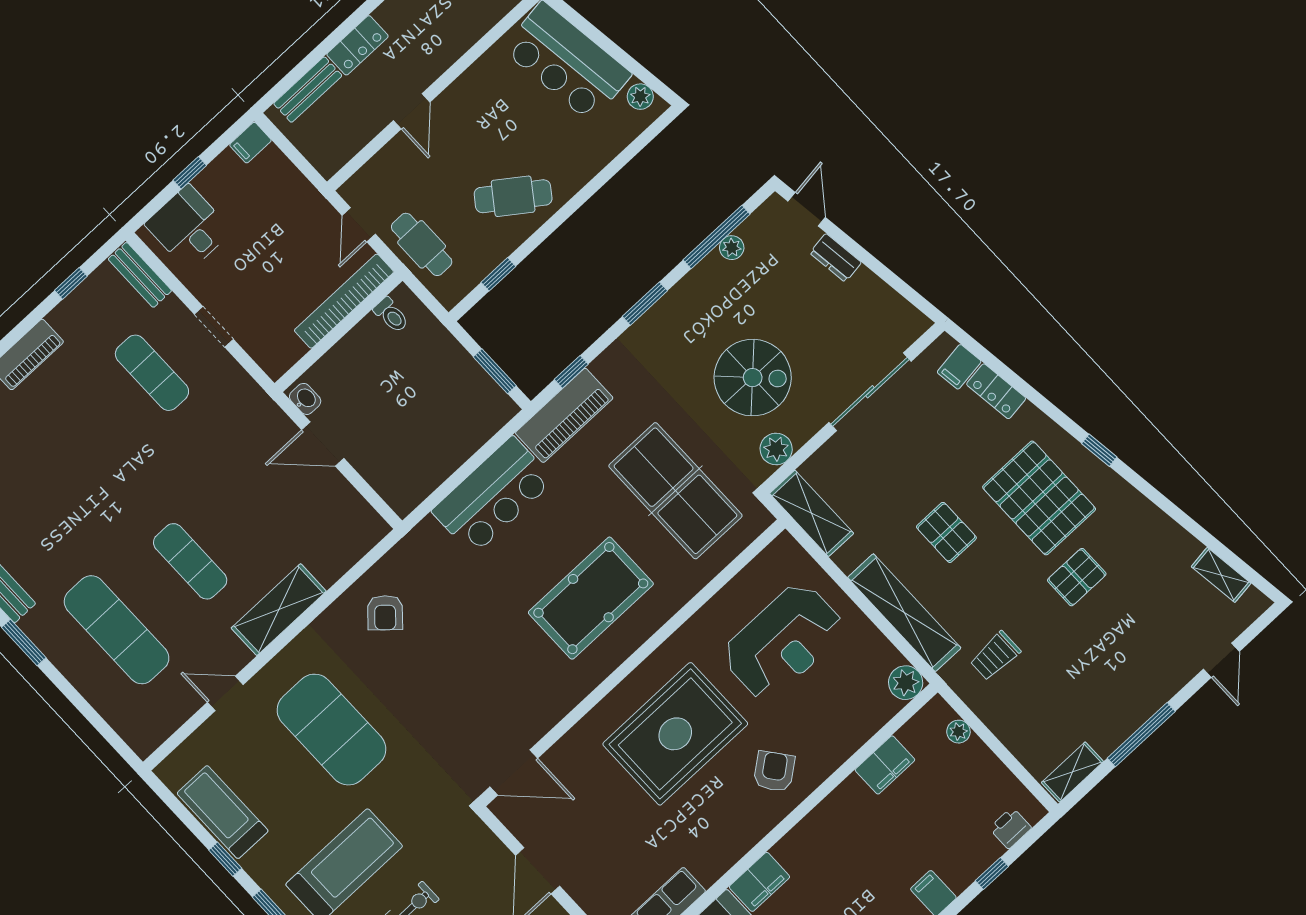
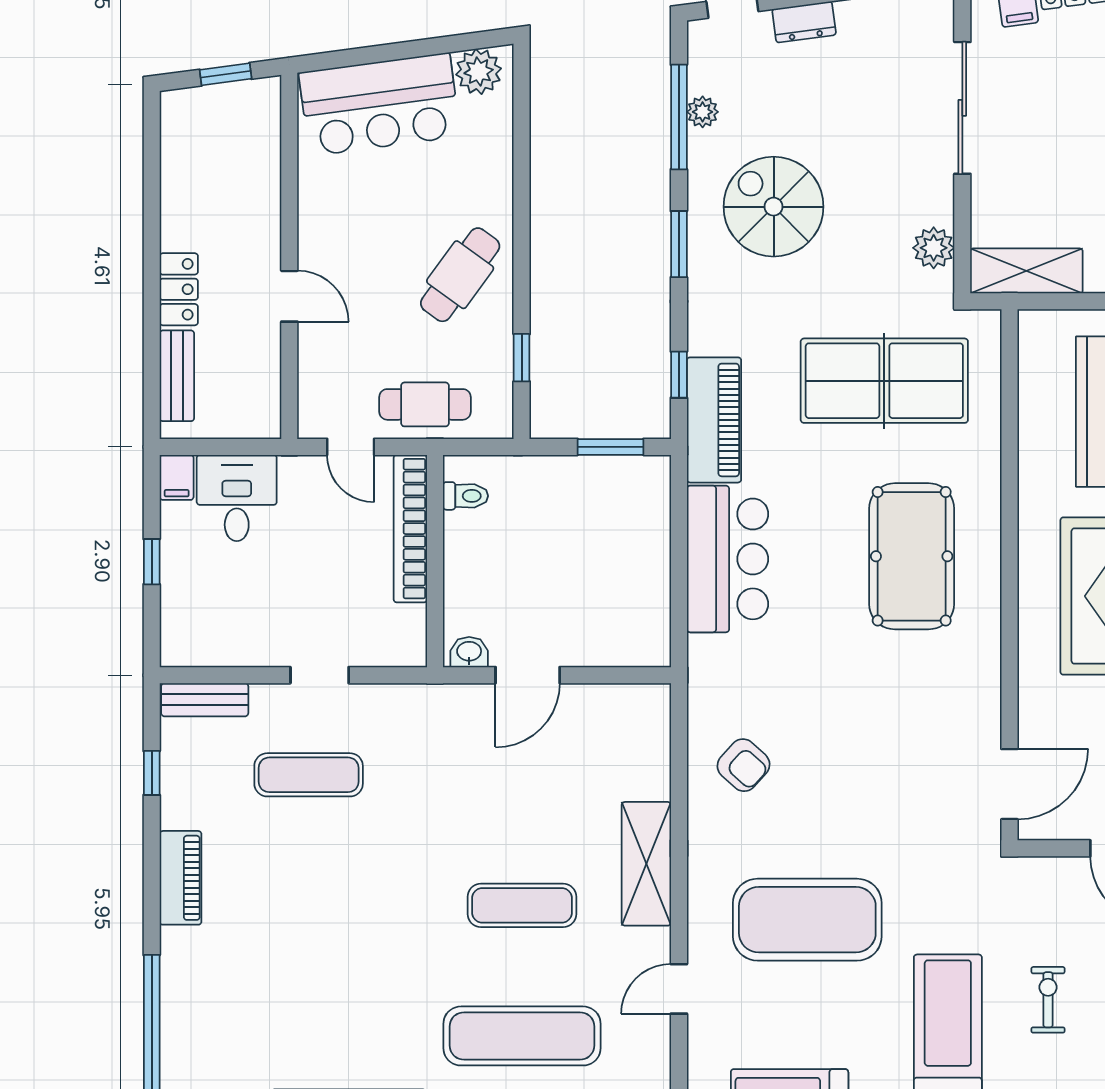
plant: (640, 97) -> (479, 72), width x1.38, depth x1.38
desk: (188, 228) -> (237, 498), moved, turned 90
spiral stairs: (753, 378) -> (774, 207), moved, turned -90

